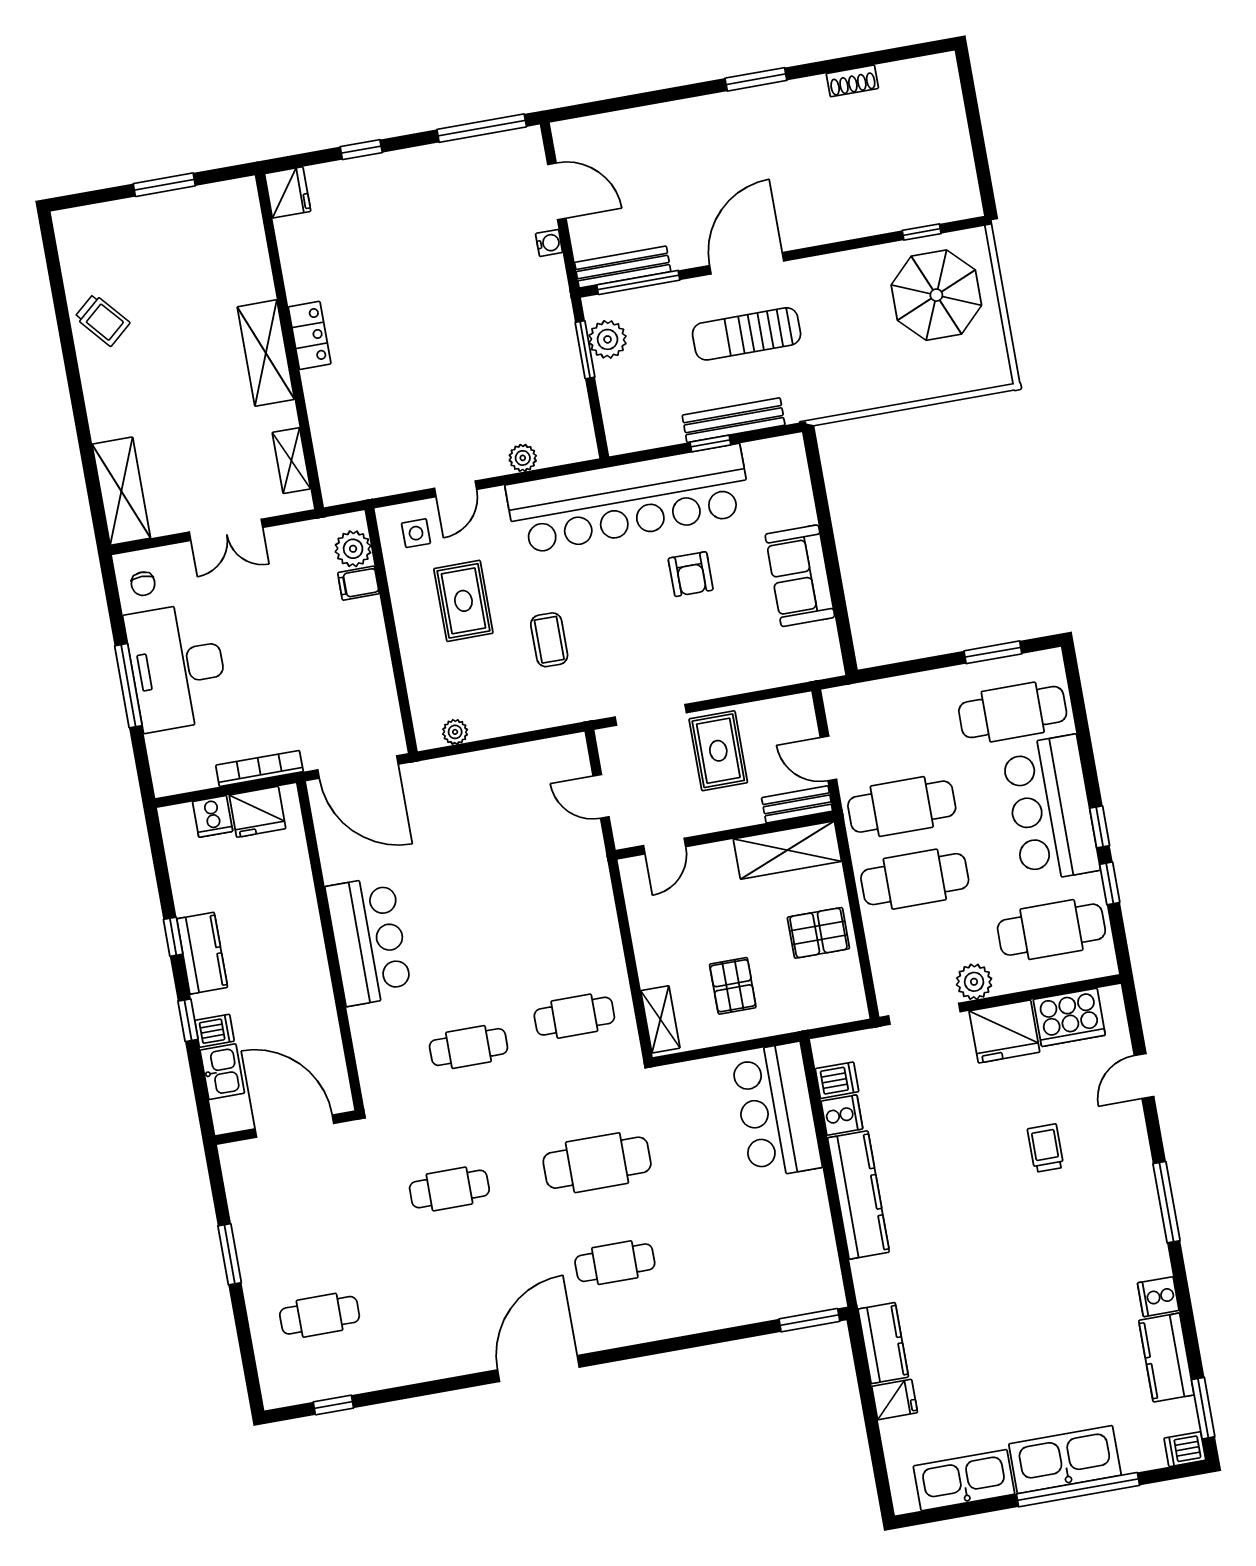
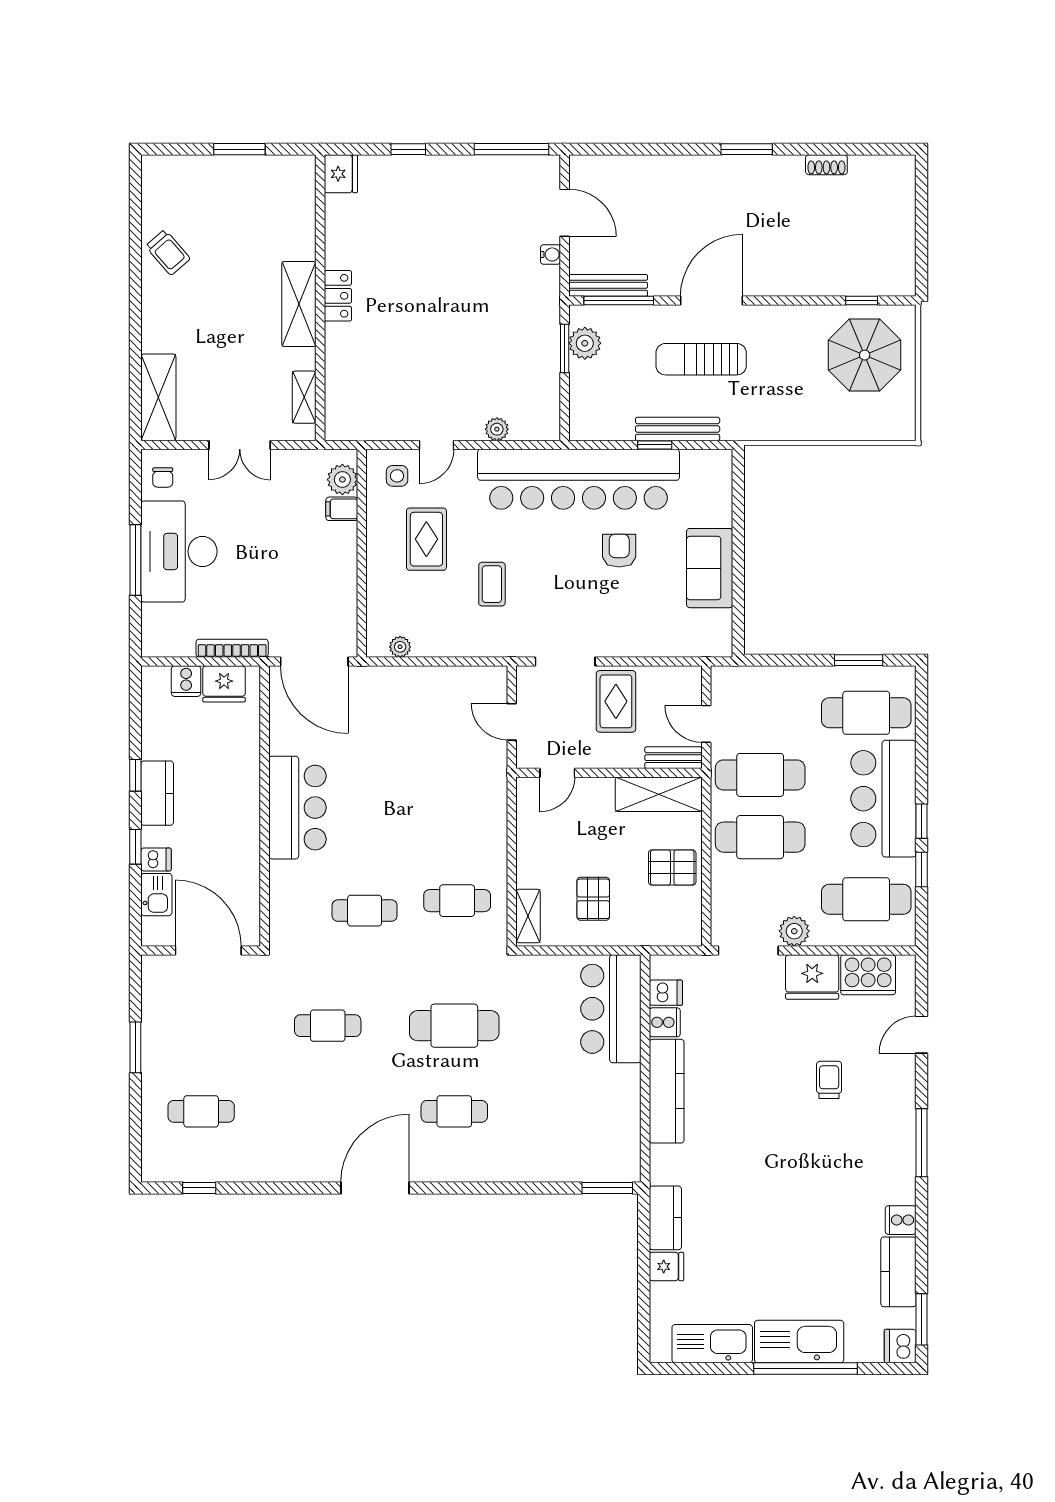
armchair: (691, 574) -> (619, 551), turned 180
dishwasher: (1185, 1449) -> (900, 1346), width x1.38

